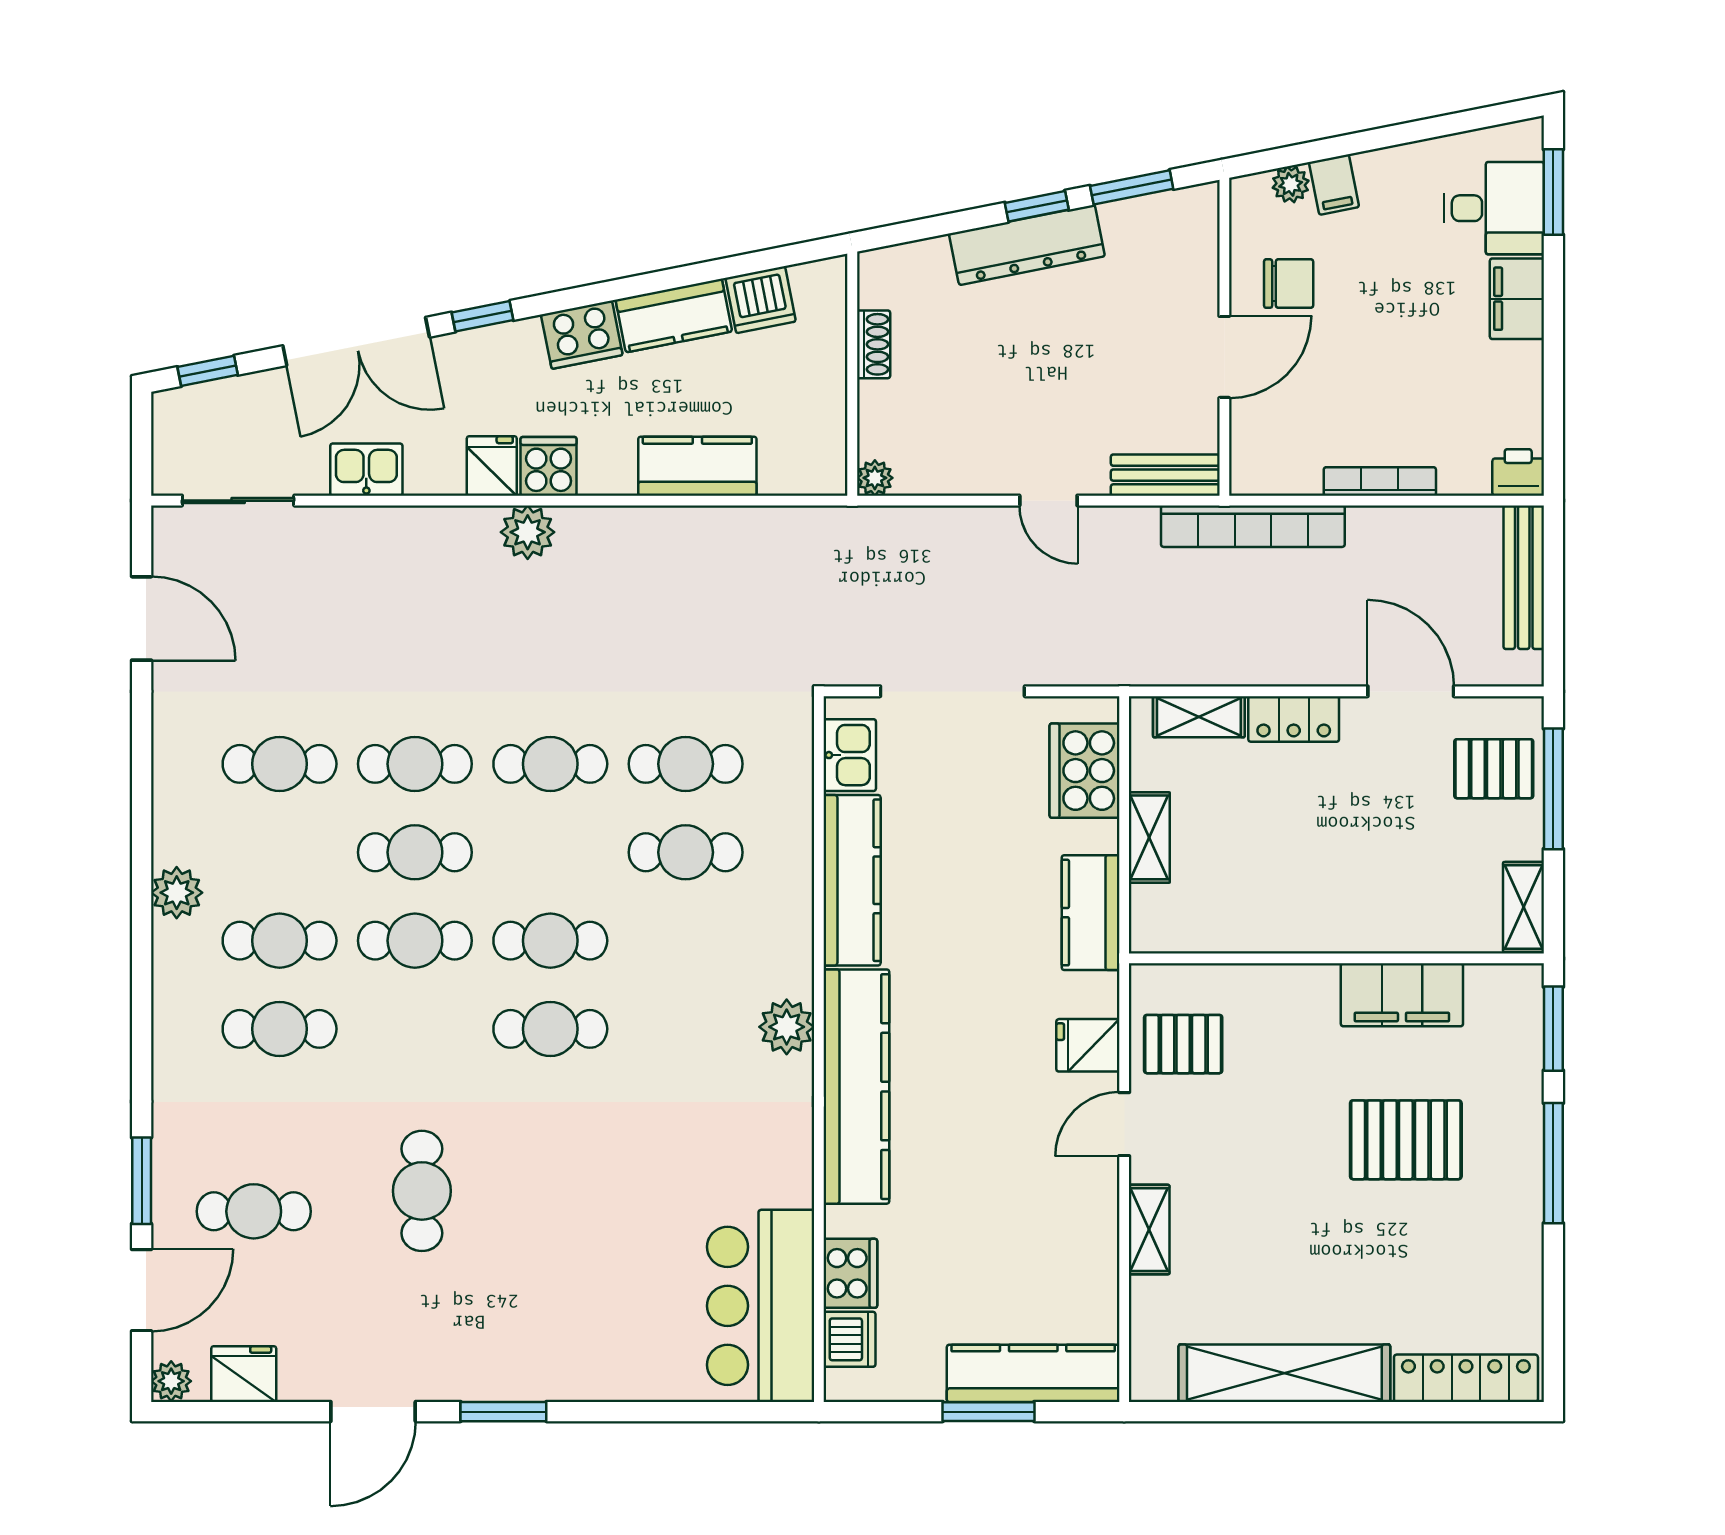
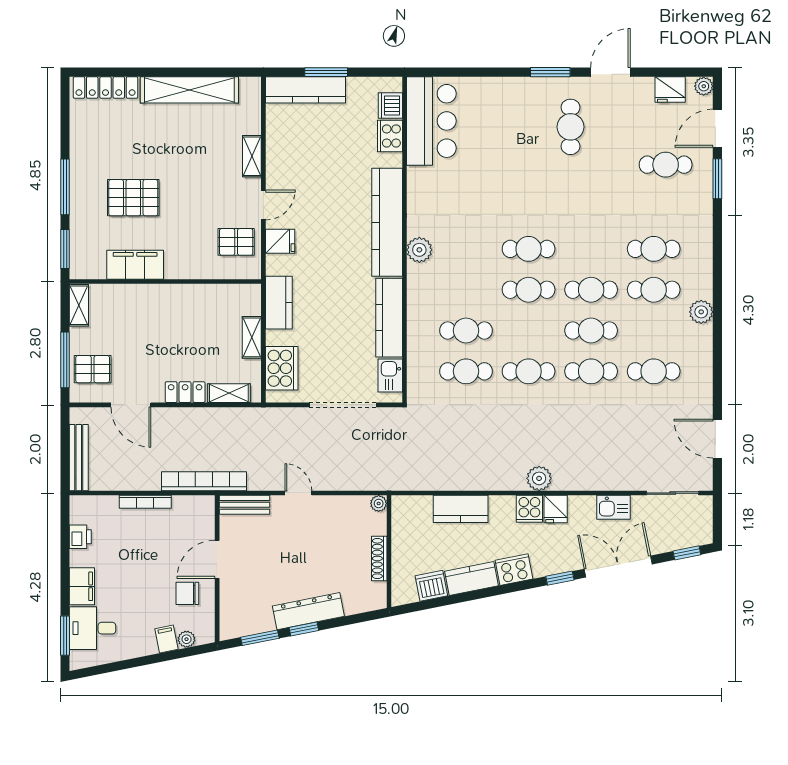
shoe rack: (874, 344) -> (379, 558), width x1.43
printer: (1518, 472) -> (80, 537), moved, turned -90
cafe table: (422, 1191) -> (570, 127), moved

